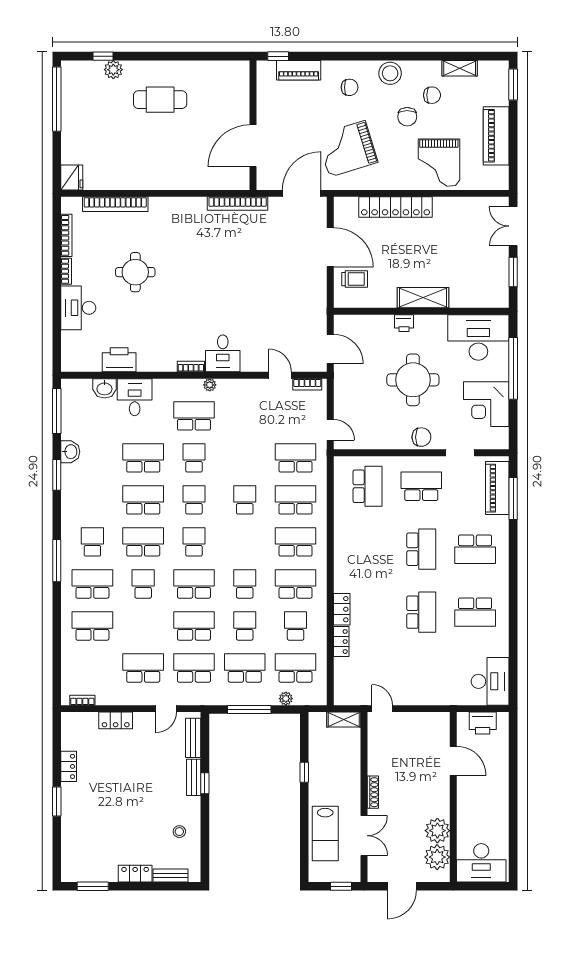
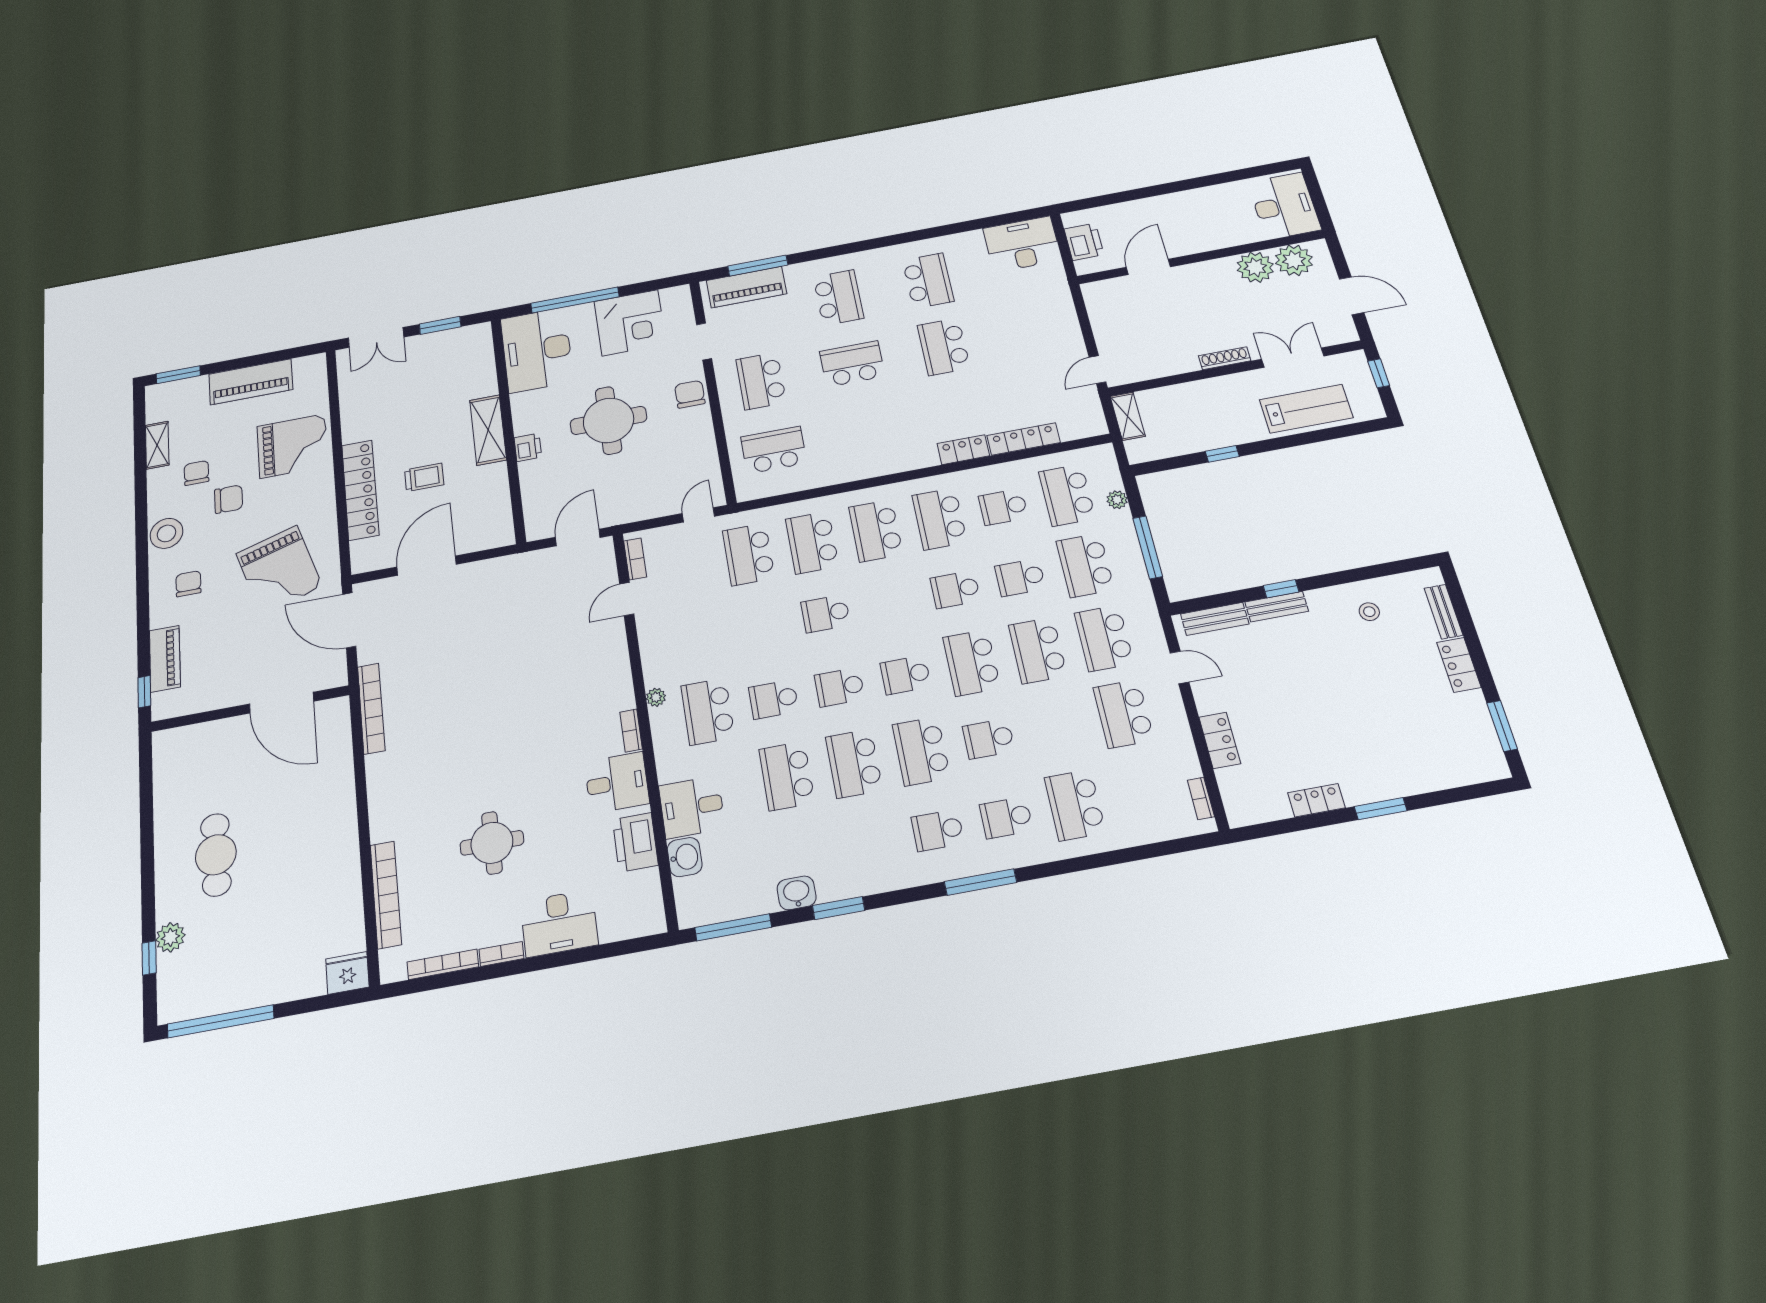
trolley: (355, 279) -> (424, 477), moved, turned 90
desk: (223, 353) -> (617, 783), moved
school desk: (92, 584) -> (1006, 818), width x0.54
school desk: (421, 612) -> (944, 347), turned -90
locker: (341, 642) -> (1024, 439), width x1.53

